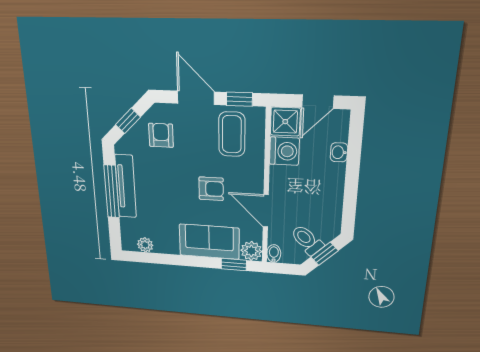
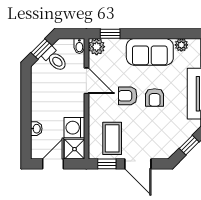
armchair: (161, 135) -> (155, 97), moved
sofa: (209, 242) -> (150, 52), moved

